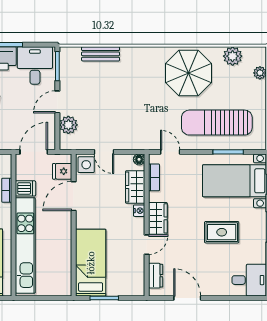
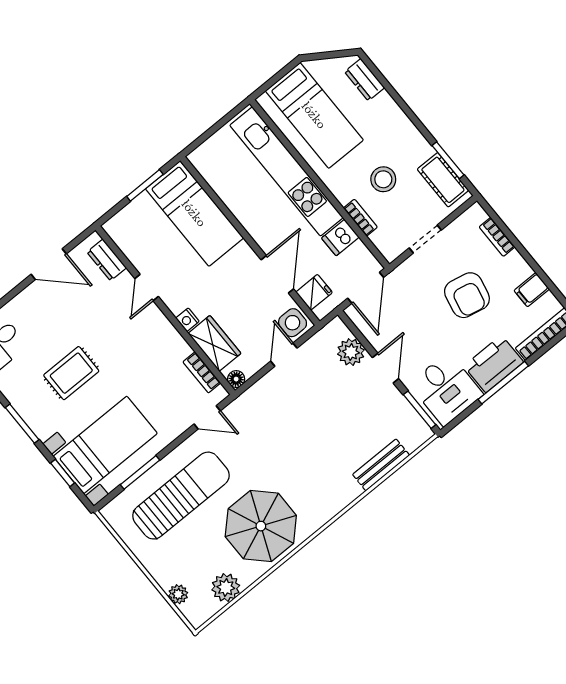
door: (104, 152) -> (284, 355), hinge flipped
wardrobe: (158, 218) -> (158, 329), removed

